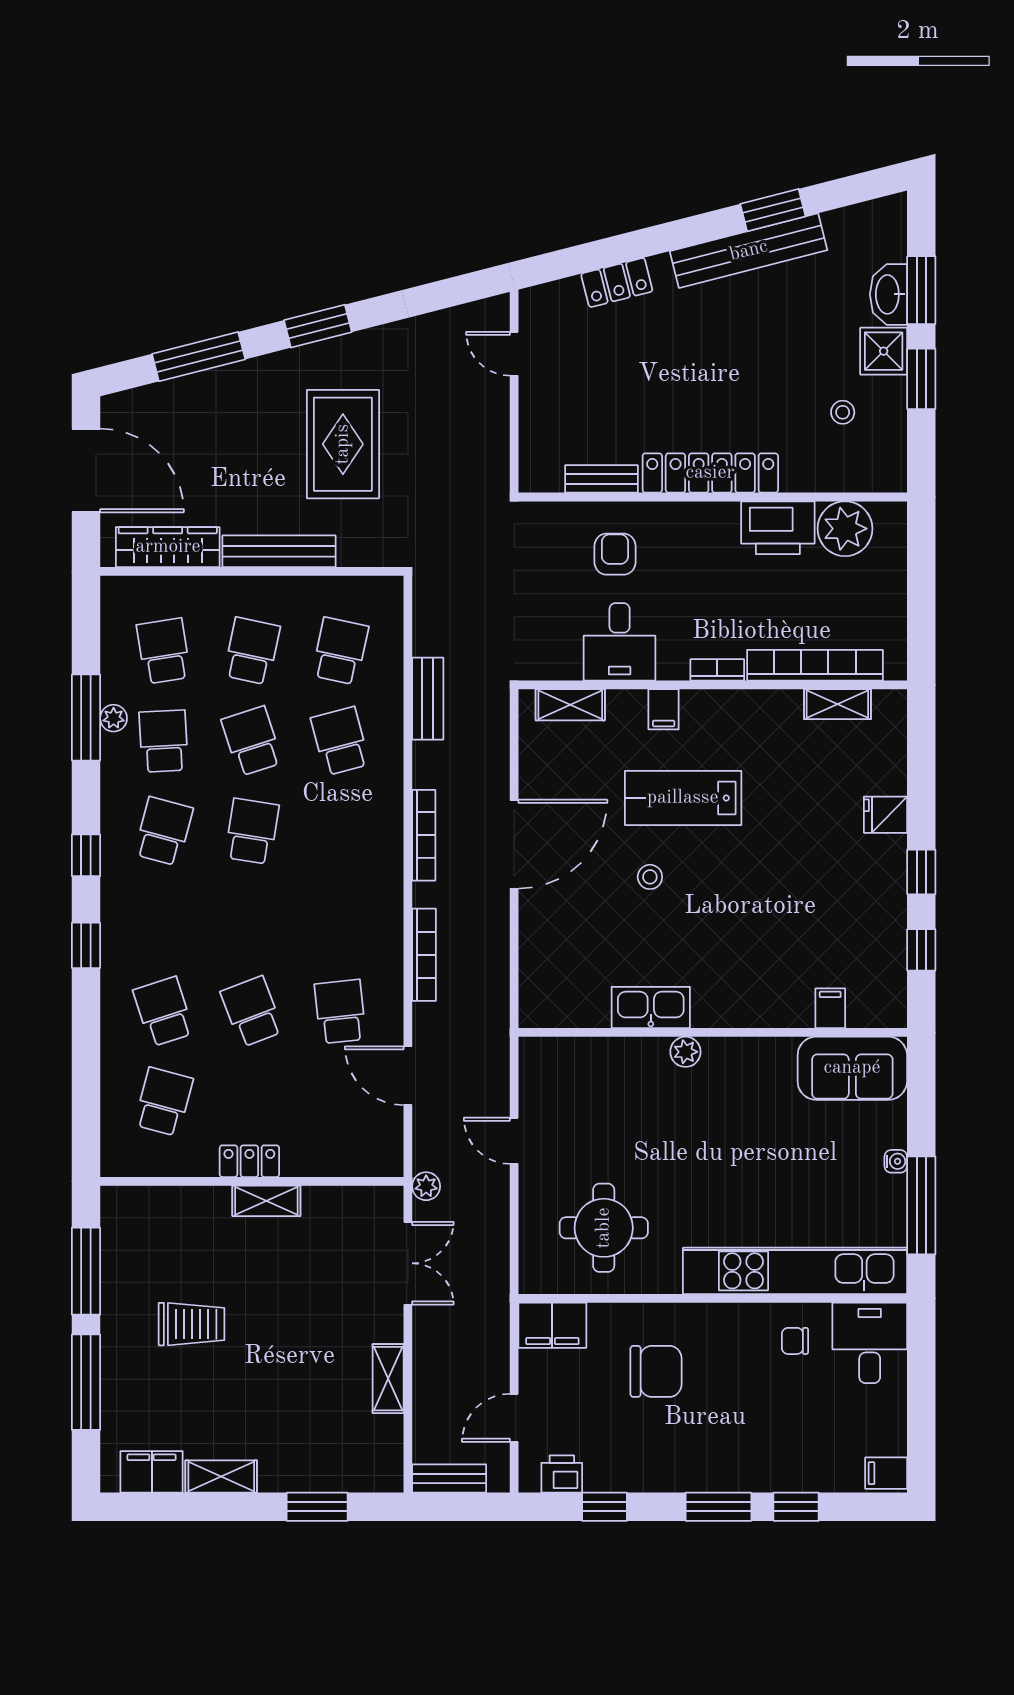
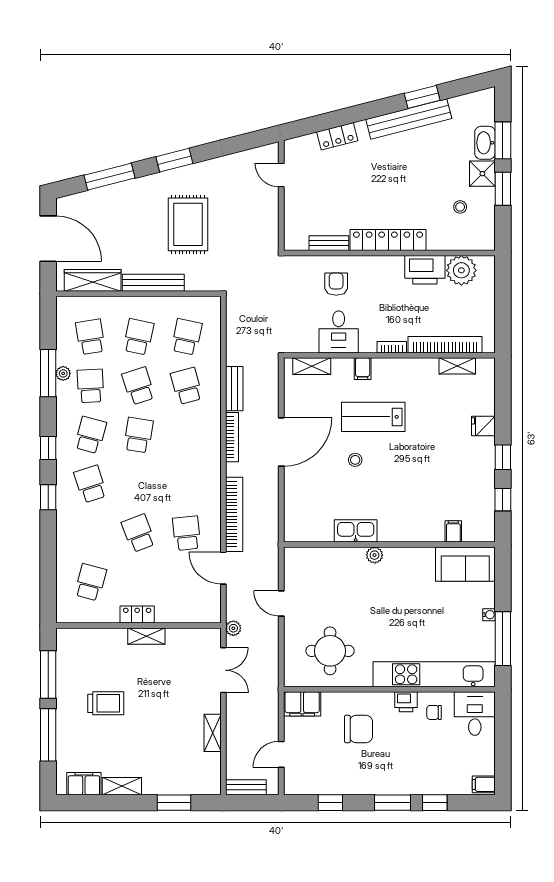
bench: (428, 699) -> (234, 389), moved
bookcase: (424, 955) -> (234, 514), width x1.48, depth x1.31
school desk: (164, 1012) -> (90, 484), moved
printer: (562, 1474) -> (406, 702), moved, turned 180

